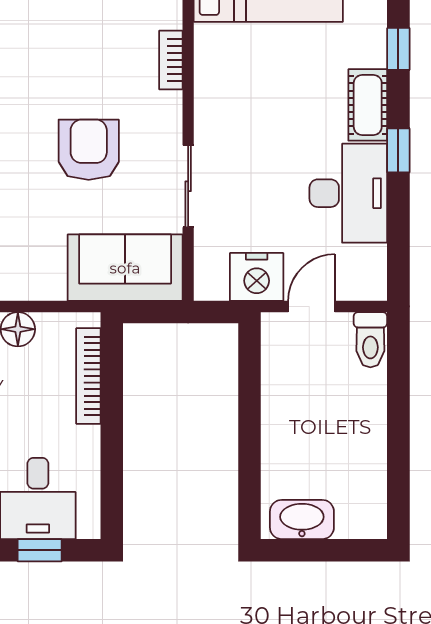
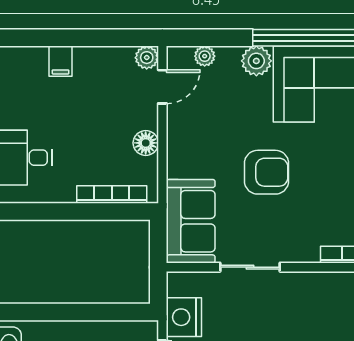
armchair: (89, 150) -> (267, 172), moved

